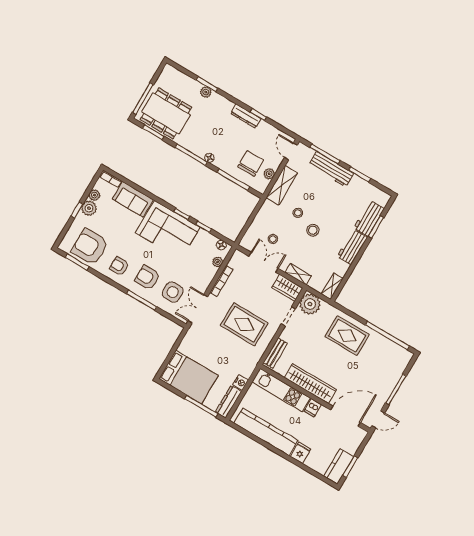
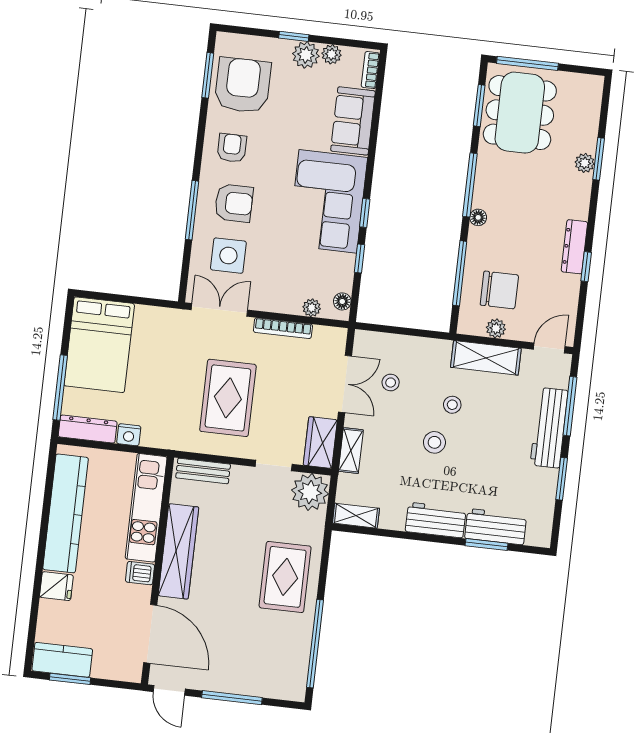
armchair: (147, 278) -> (234, 203), turned 90

